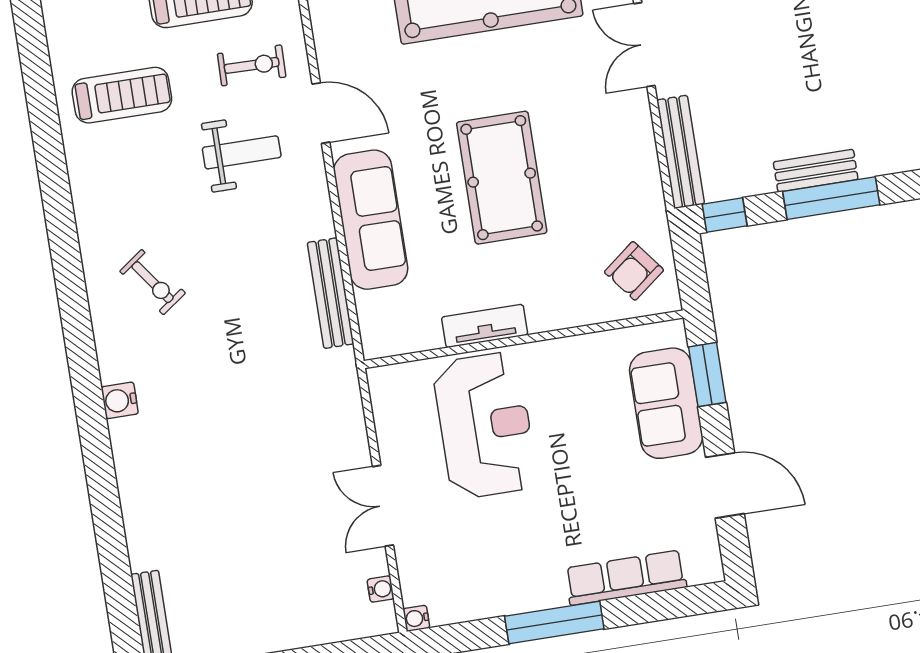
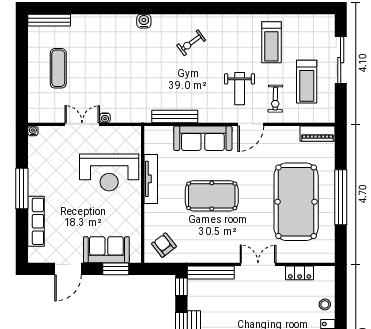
tv unit: (485, 326) -> (151, 179), width x1.41
exercise mat: (261, 582) -> (58, 68), added
water cooler: (381, 589) -> (105, 118), moved

